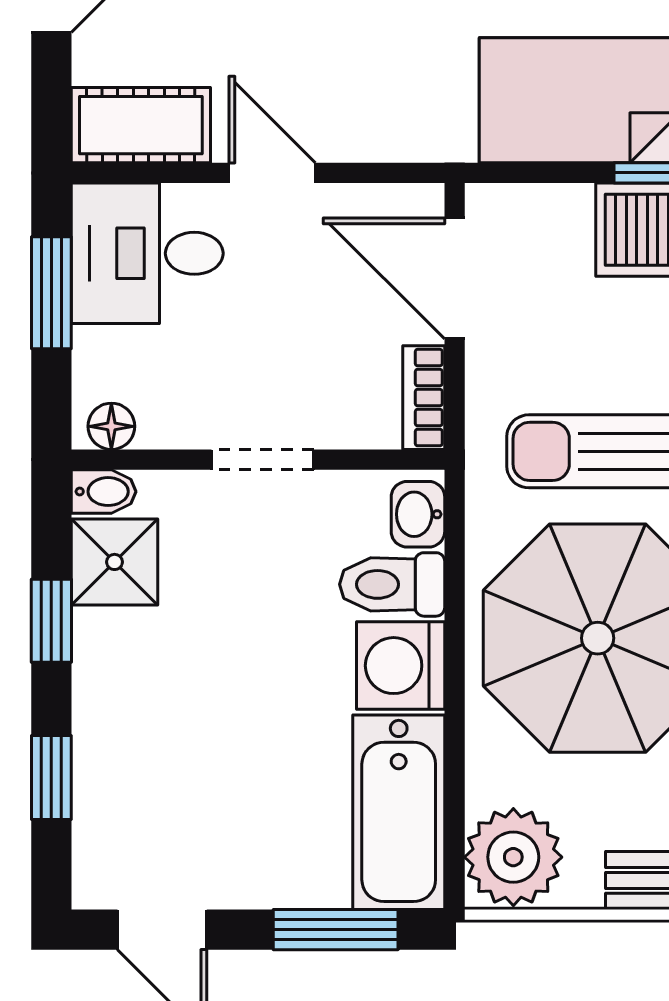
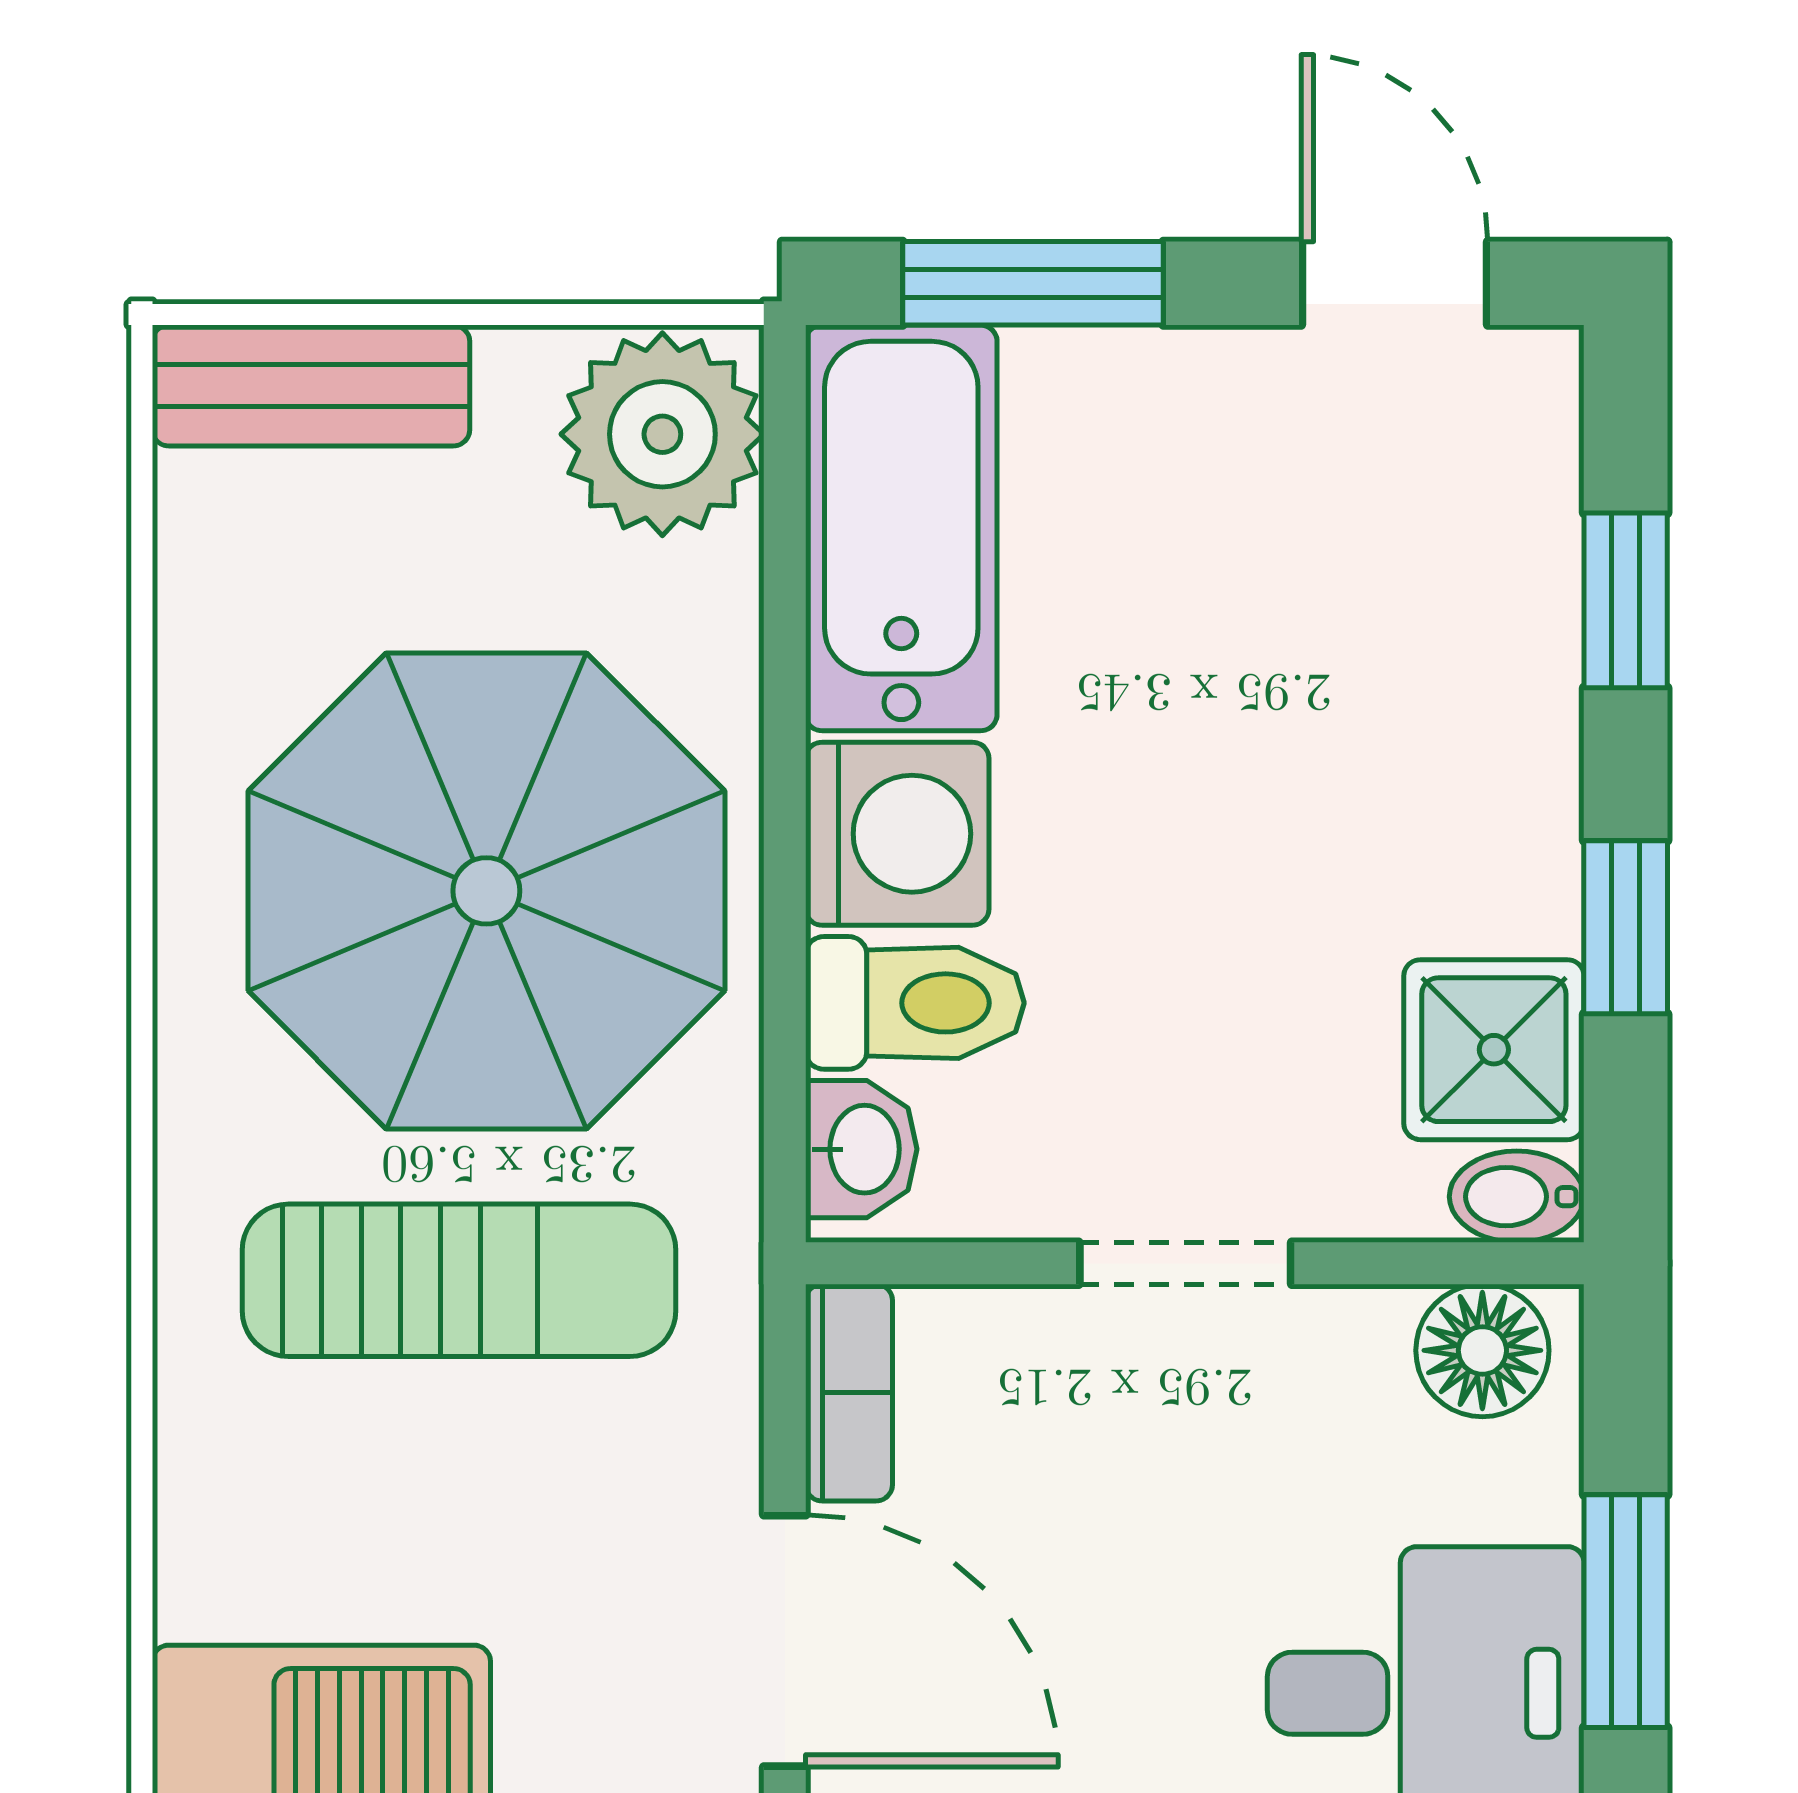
floor lamp: (111, 426) -> (1482, 1350), width x1.37, depth x1.37

